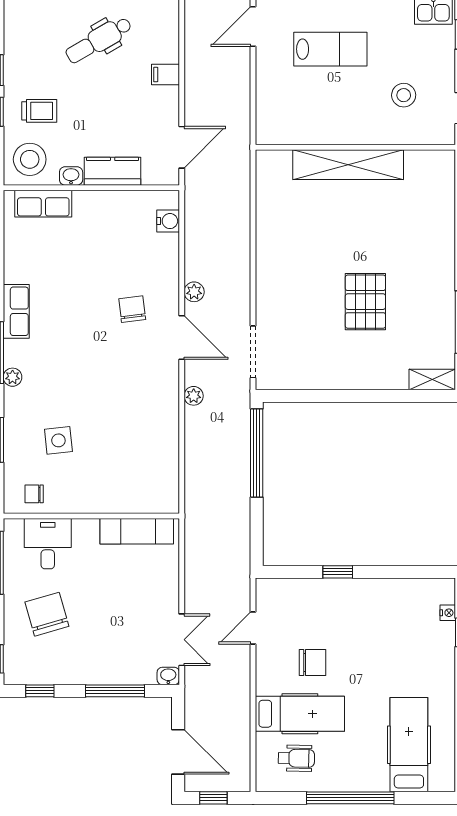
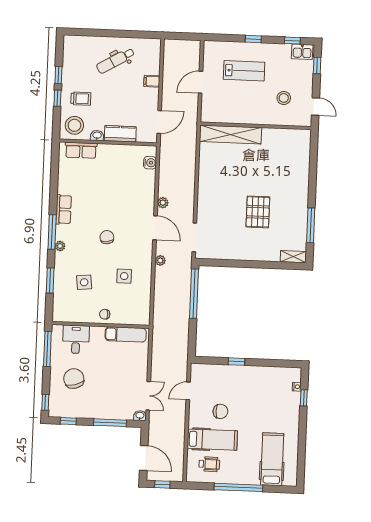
door: (253, 26) -> (201, 82), moved
shelving: (348, 165) -> (231, 135), moved
chair: (132, 309) -> (107, 237), moved
side table: (130, 426) -> (124, 276), added
chair: (34, 494) -> (105, 314), moved

